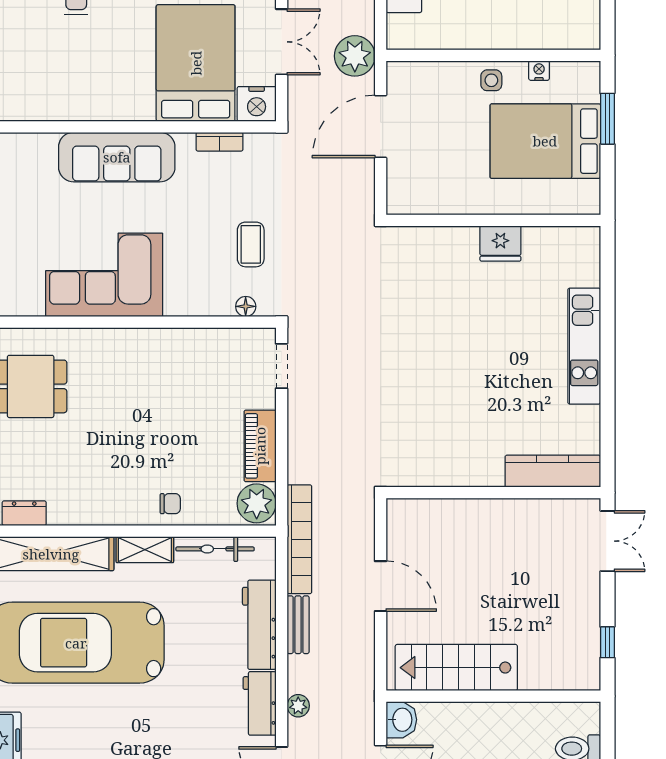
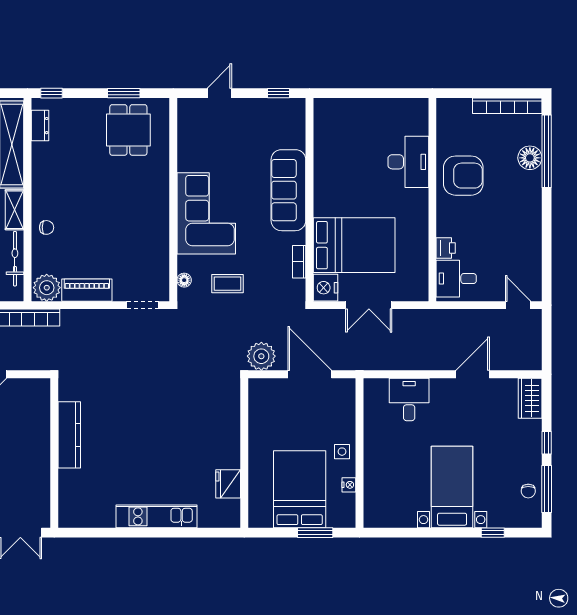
plant: (355, 56) -> (261, 356), moved
fridge: (500, 243) -> (228, 484), moved
corner sofa: (104, 275) -> (206, 213), moved
kitchen counter: (553, 471) -> (69, 435), moved
chair: (170, 504) -> (47, 227), turned -90

